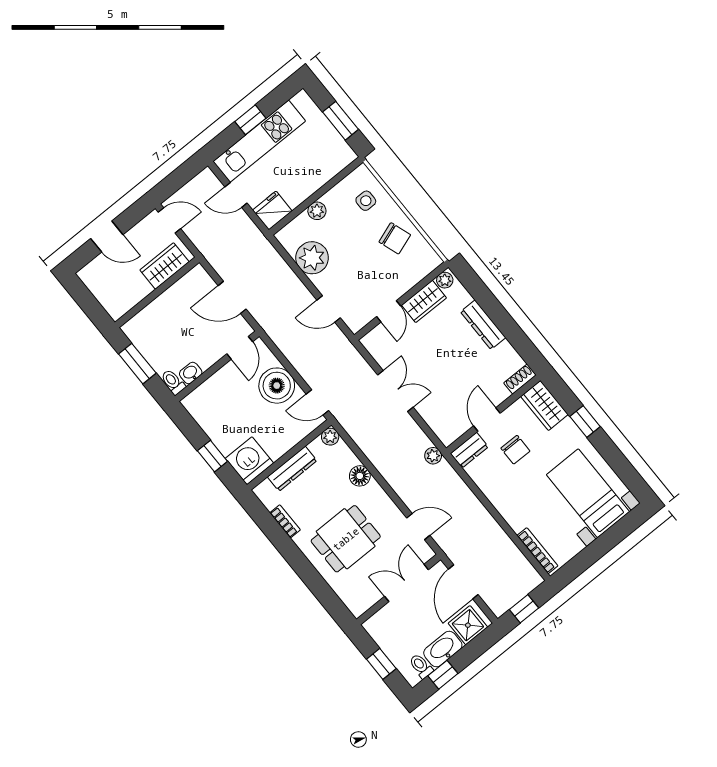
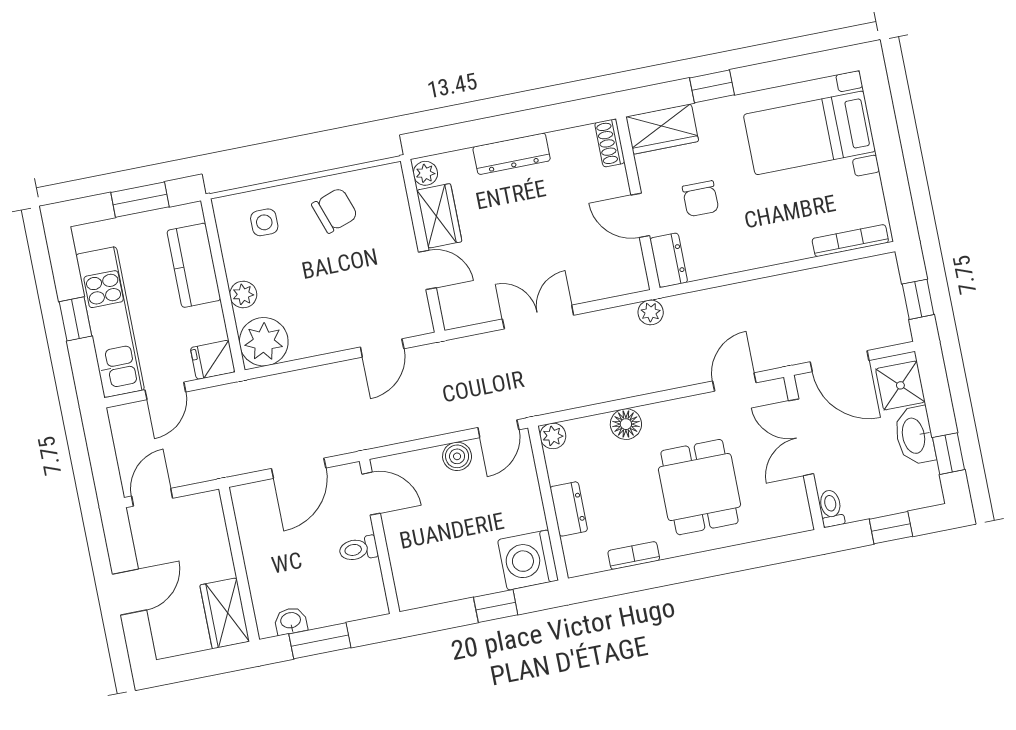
kitchen counter: (319, 173) -> (194, 265), added
fridge: (272, 211) -> (213, 360), width x0.72
plant: (312, 258) -> (264, 342), moved
wardrobe: (165, 266) -> (225, 613), moved
washbasin: (191, 373) -> (291, 621), moved, turned 90
toilet: (173, 382) -> (358, 549), moved
boiler: (277, 386) -> (457, 456), width x0.54, depth x0.54
chair: (515, 450) -> (700, 199), turned 90
dresser: (292, 469) -> (569, 509), width x0.70
toilet: (421, 666) -> (831, 508), moved, turned 90

